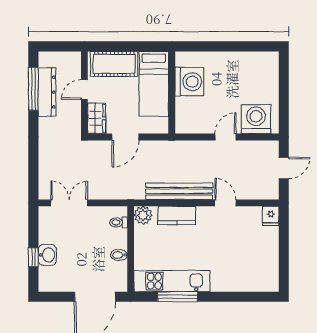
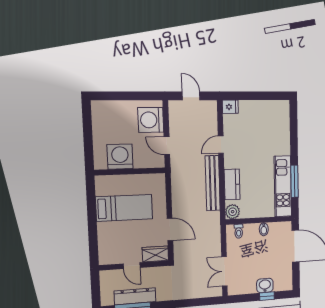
cot: (114, 64) -> (109, 242), removed
washing machine: (189, 82) -> (120, 157), moved
wall: (172, 92) -> (130, 171), moved

